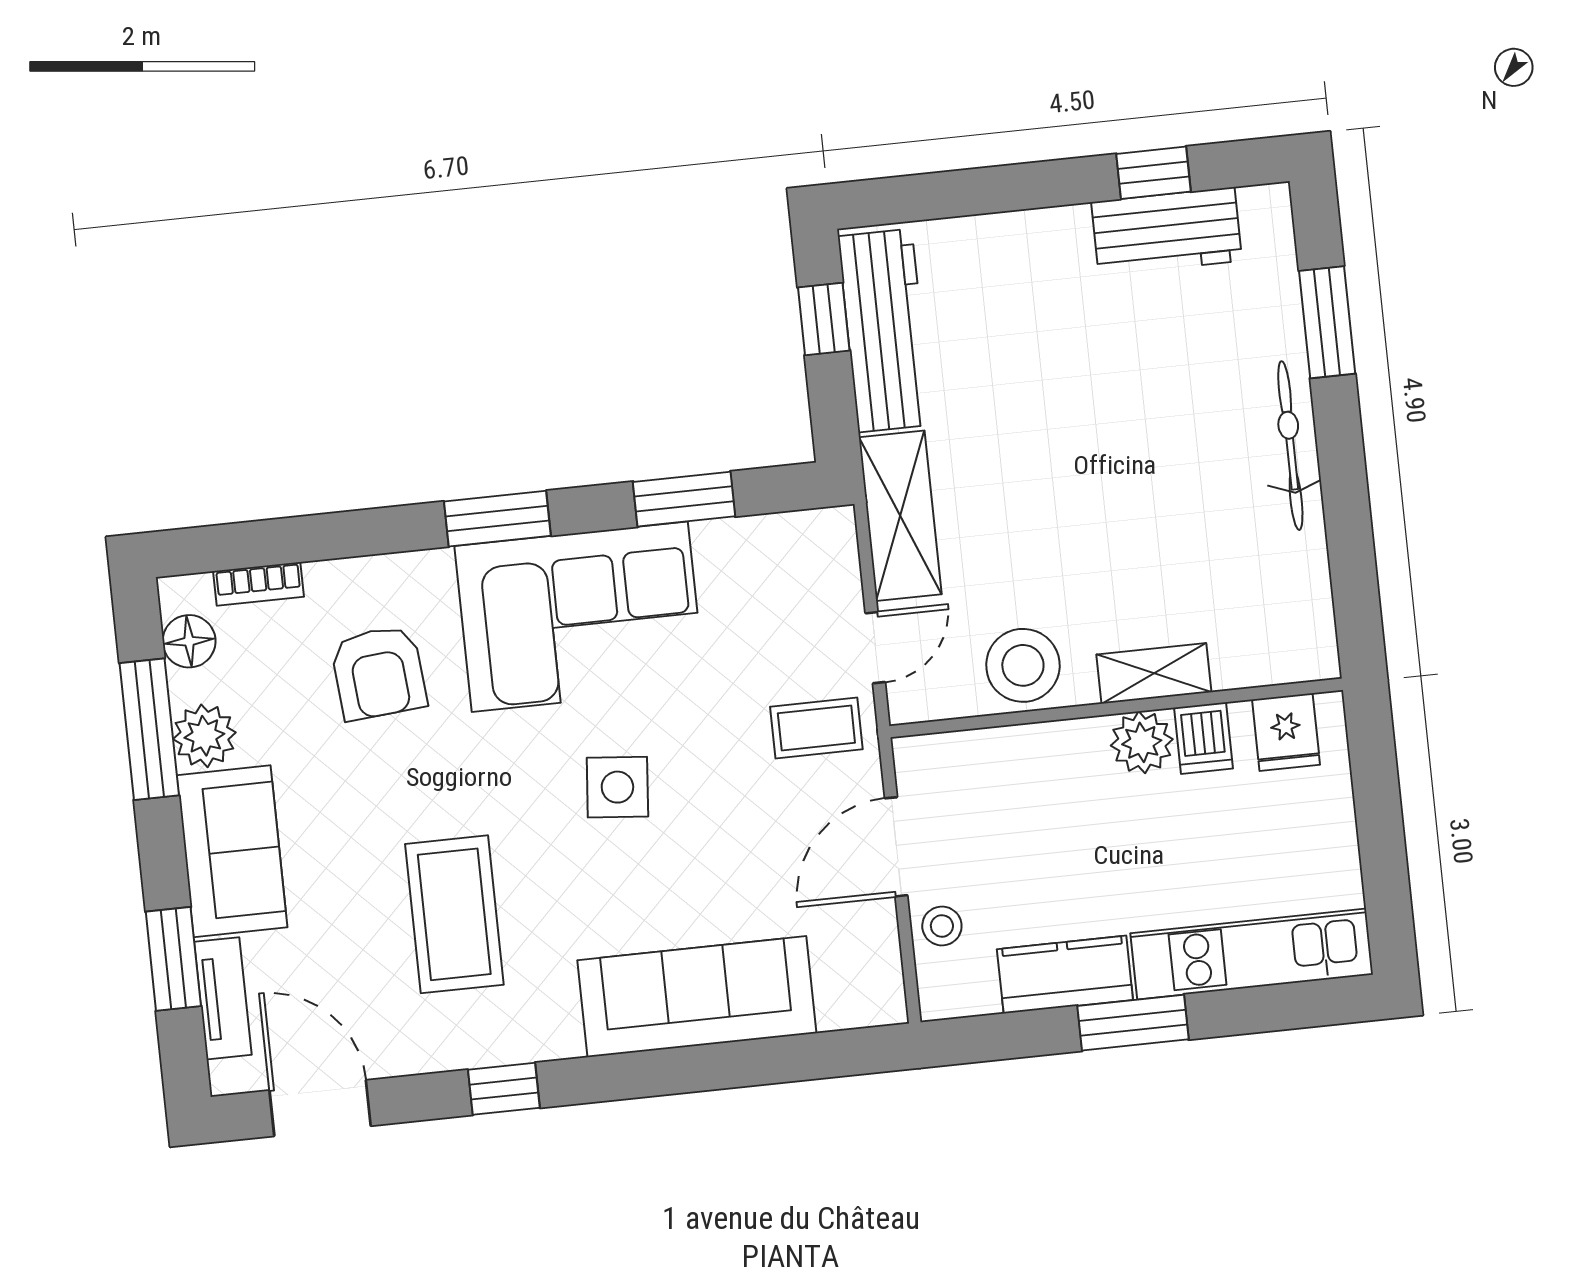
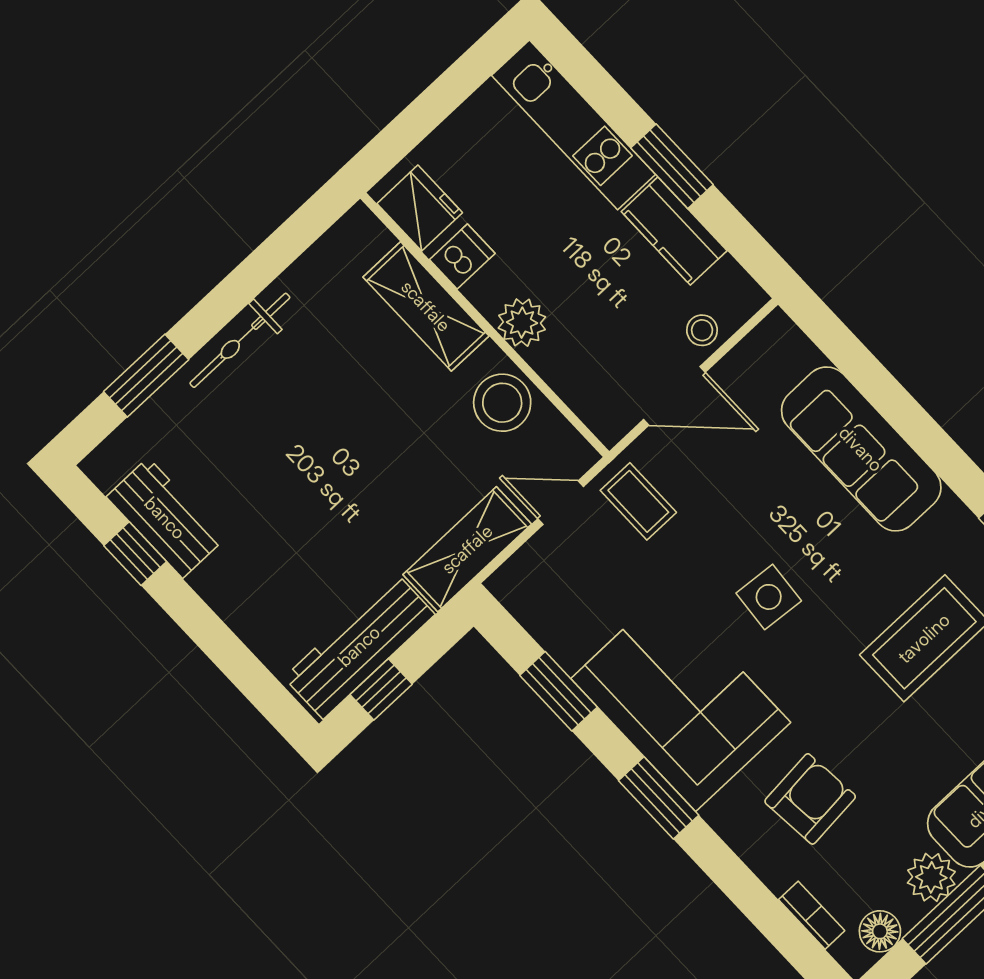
shelving: (1154, 673) -> (426, 306), width x1.50, depth x1.33
fridge: (1286, 732) -> (420, 208), width x1.38
plant: (1142, 742) -> (522, 323), moved

